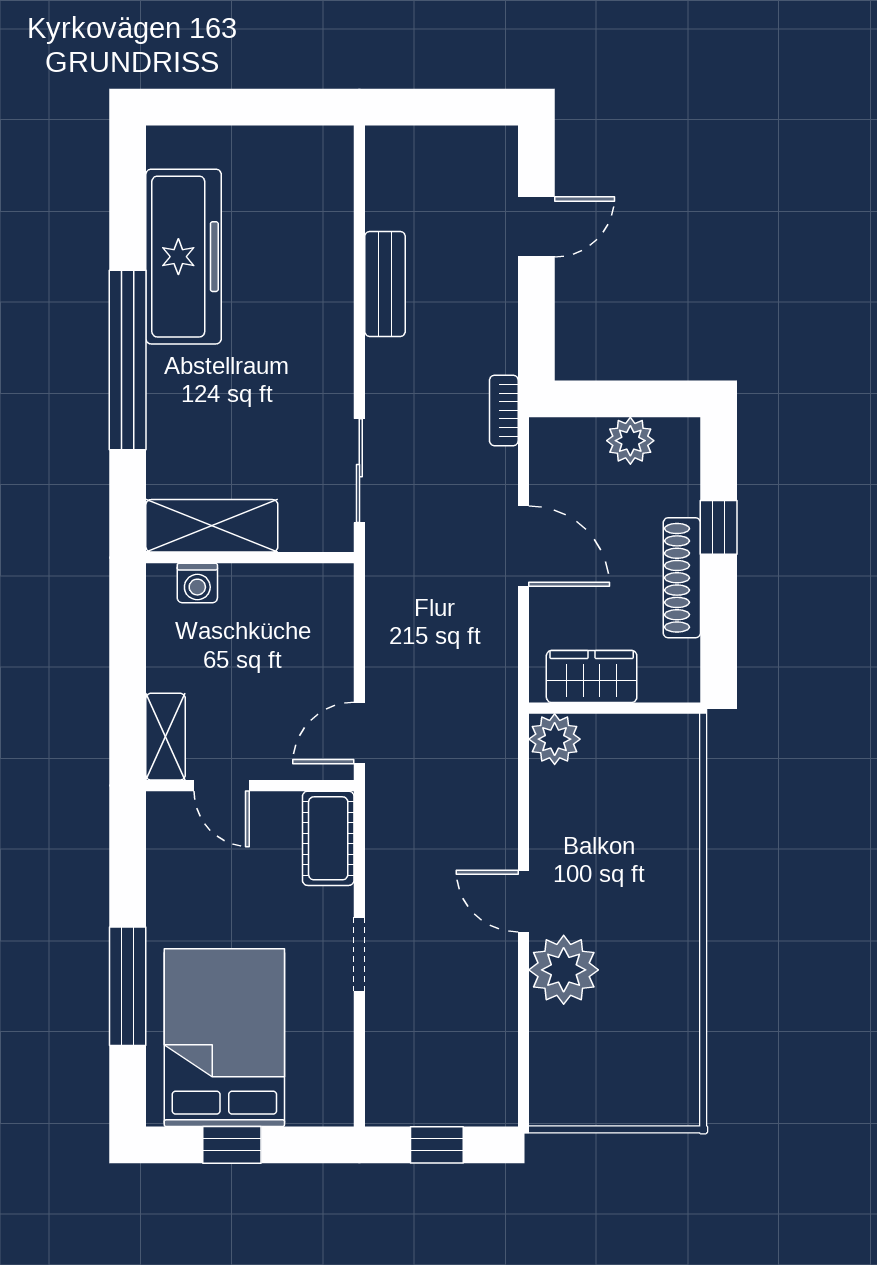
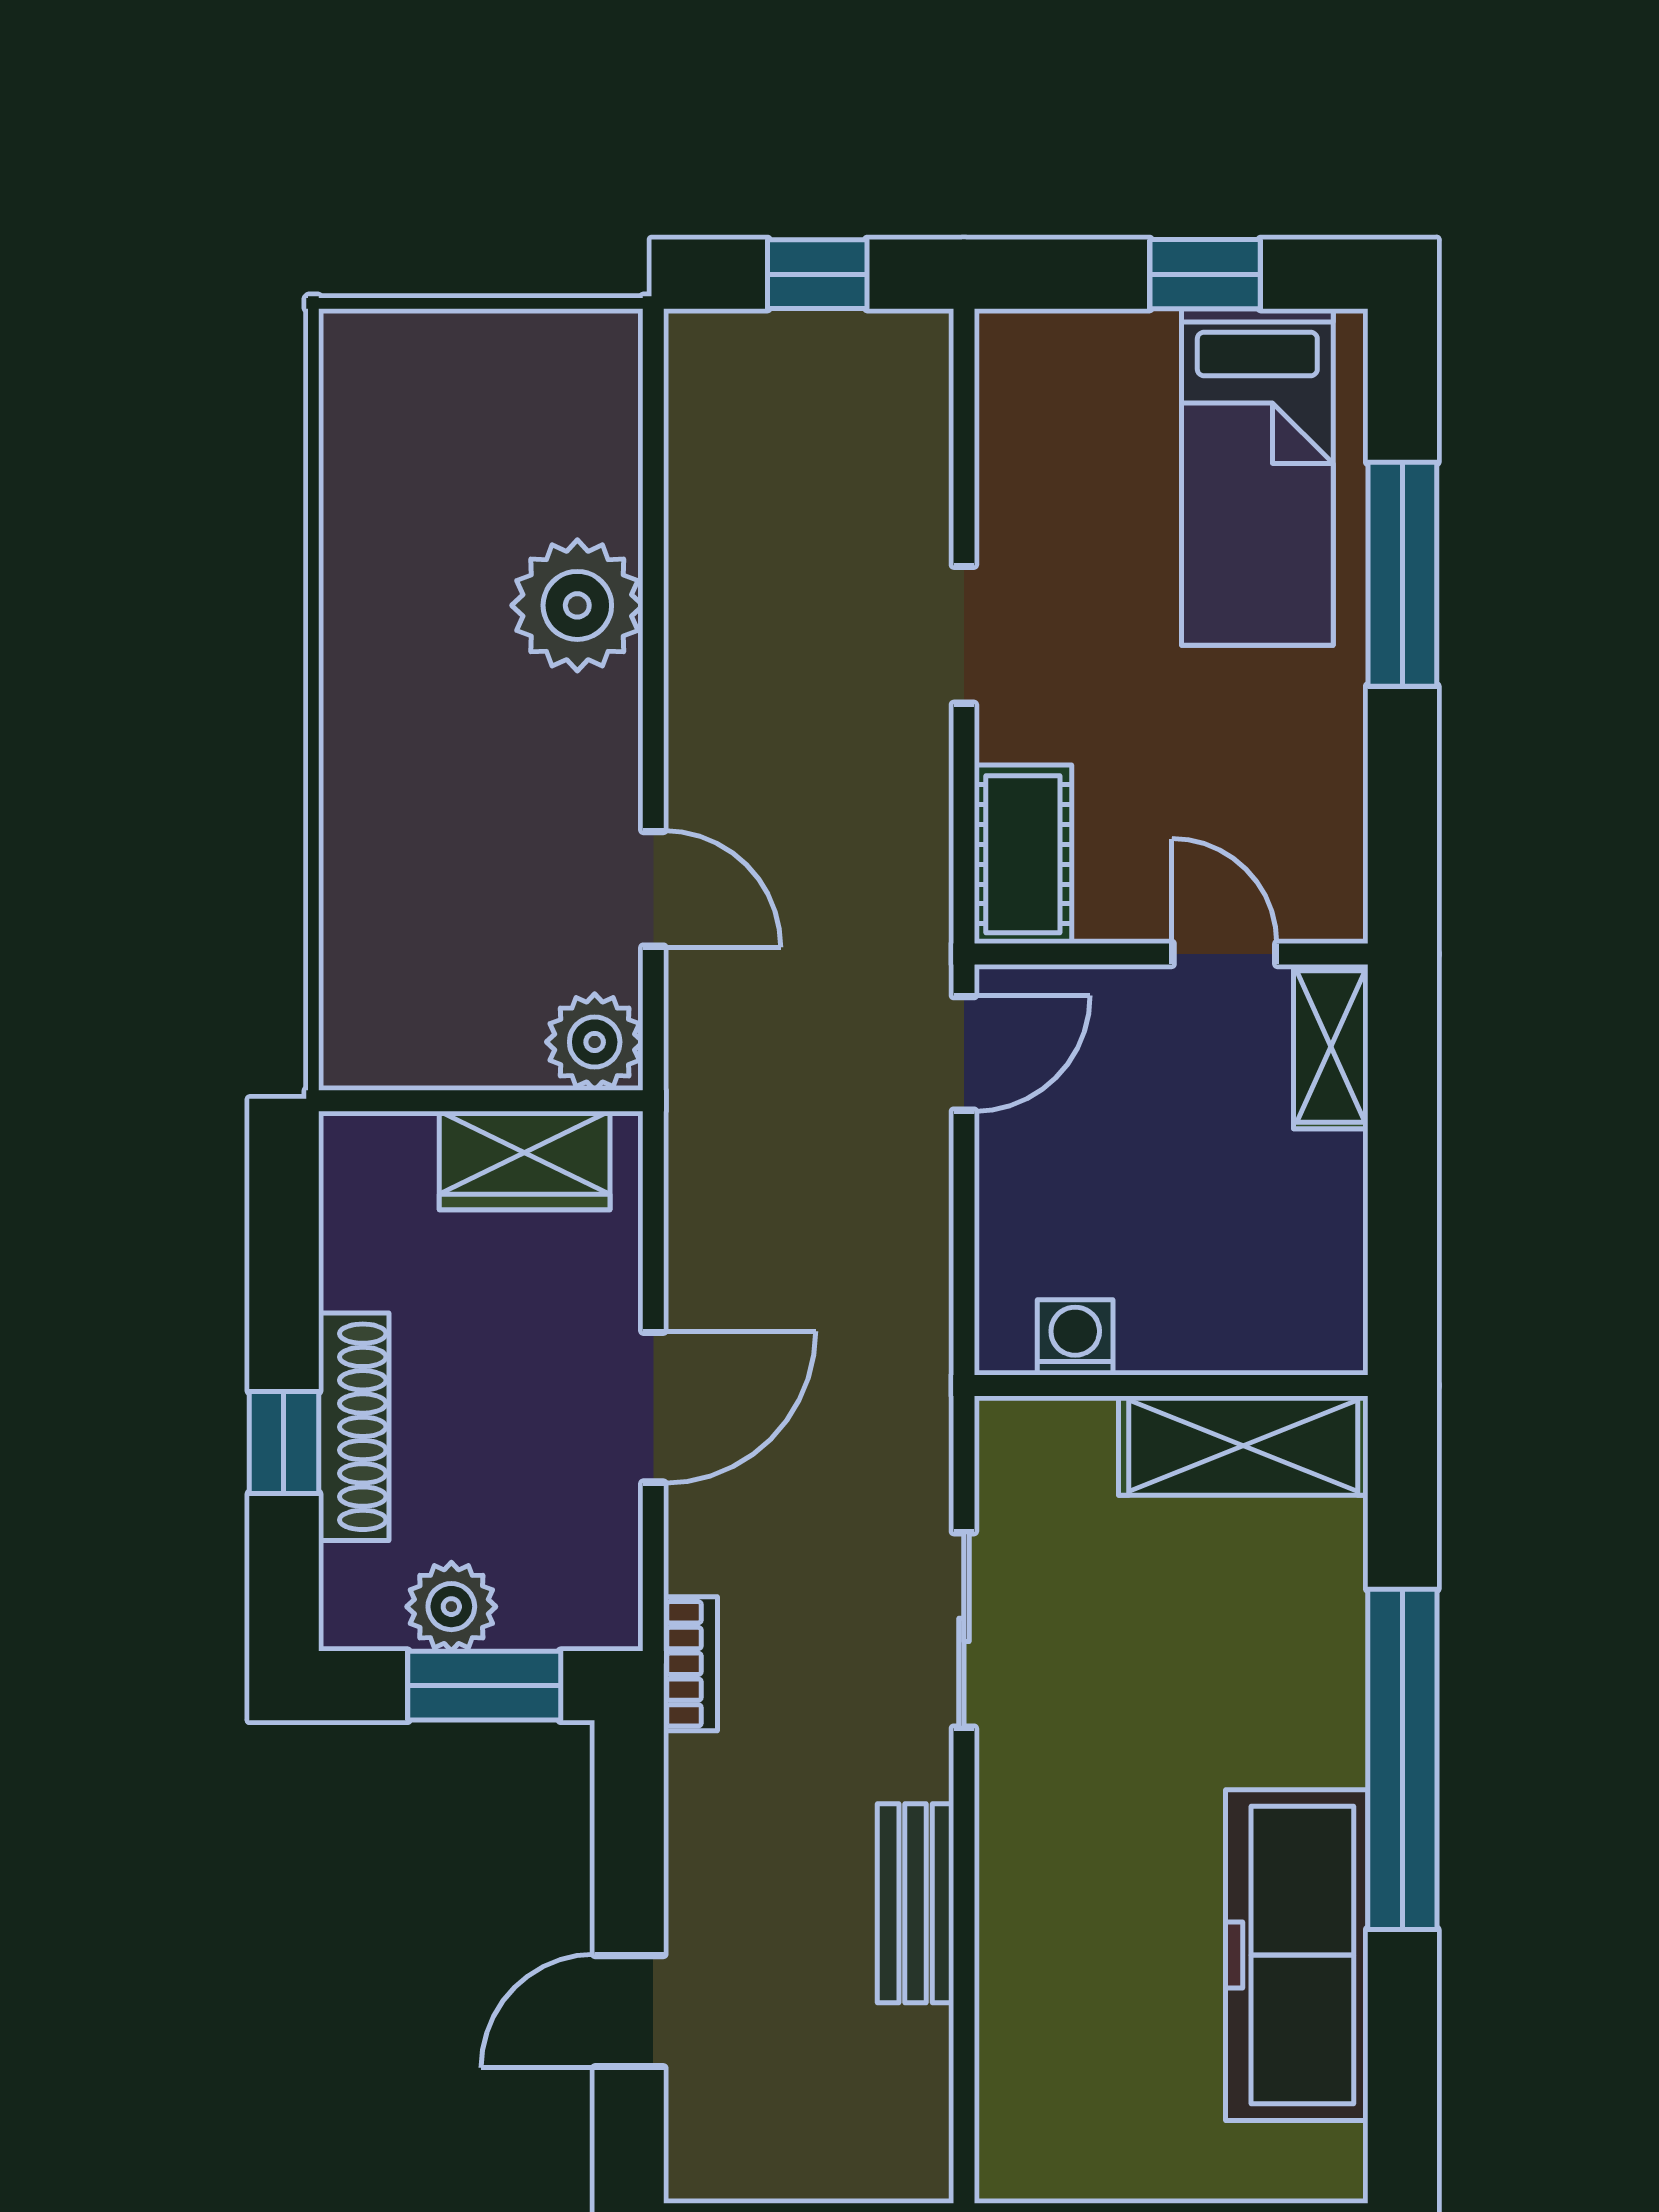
window: (613, 399) -> (484, 1686), added
sliding door: (359, 471) -> (964, 1630), moved
door: (524, 546) -> (653, 1407), swing flipped
shoe rack: (682, 578) -> (354, 1427), moved
washing machine: (197, 583) -> (1075, 1337), moved
door: (524, 901) -> (653, 889), moved
bed: (224, 1038) -> (1257, 477), width x0.67

